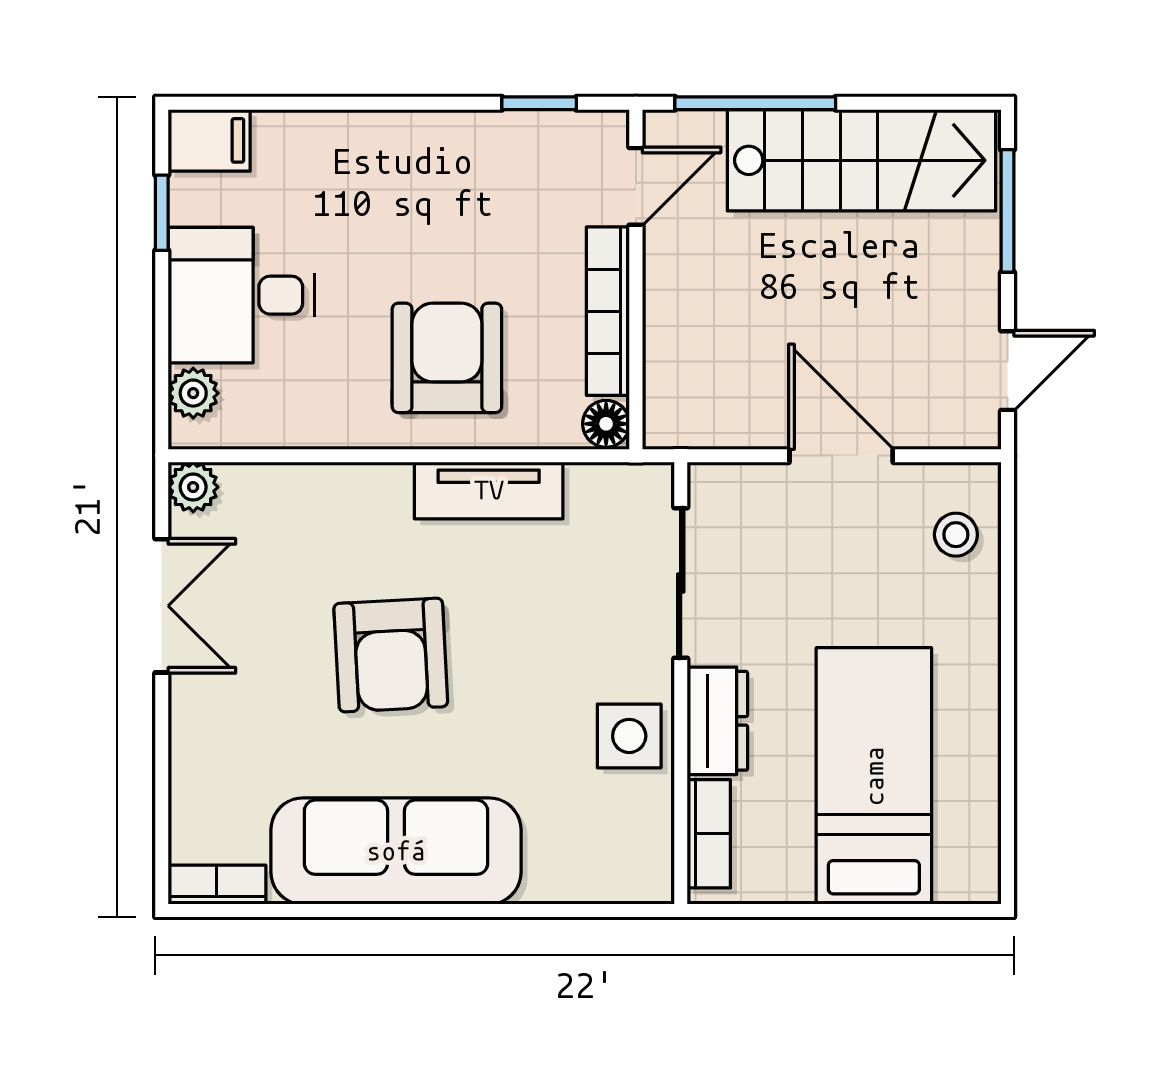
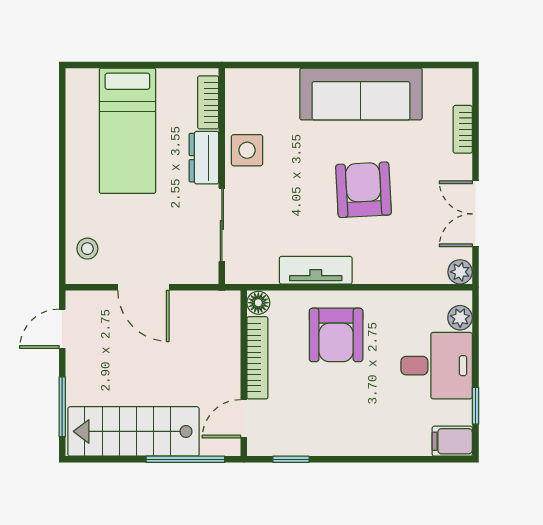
bookcase: (217, 885) -> (463, 129), moved, turned 90

